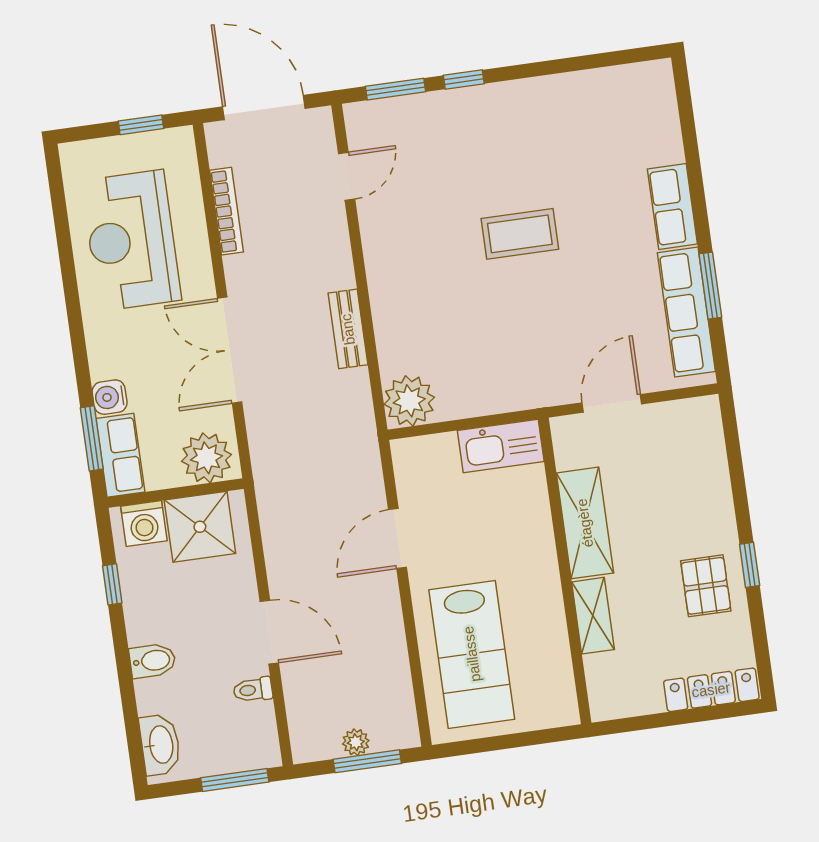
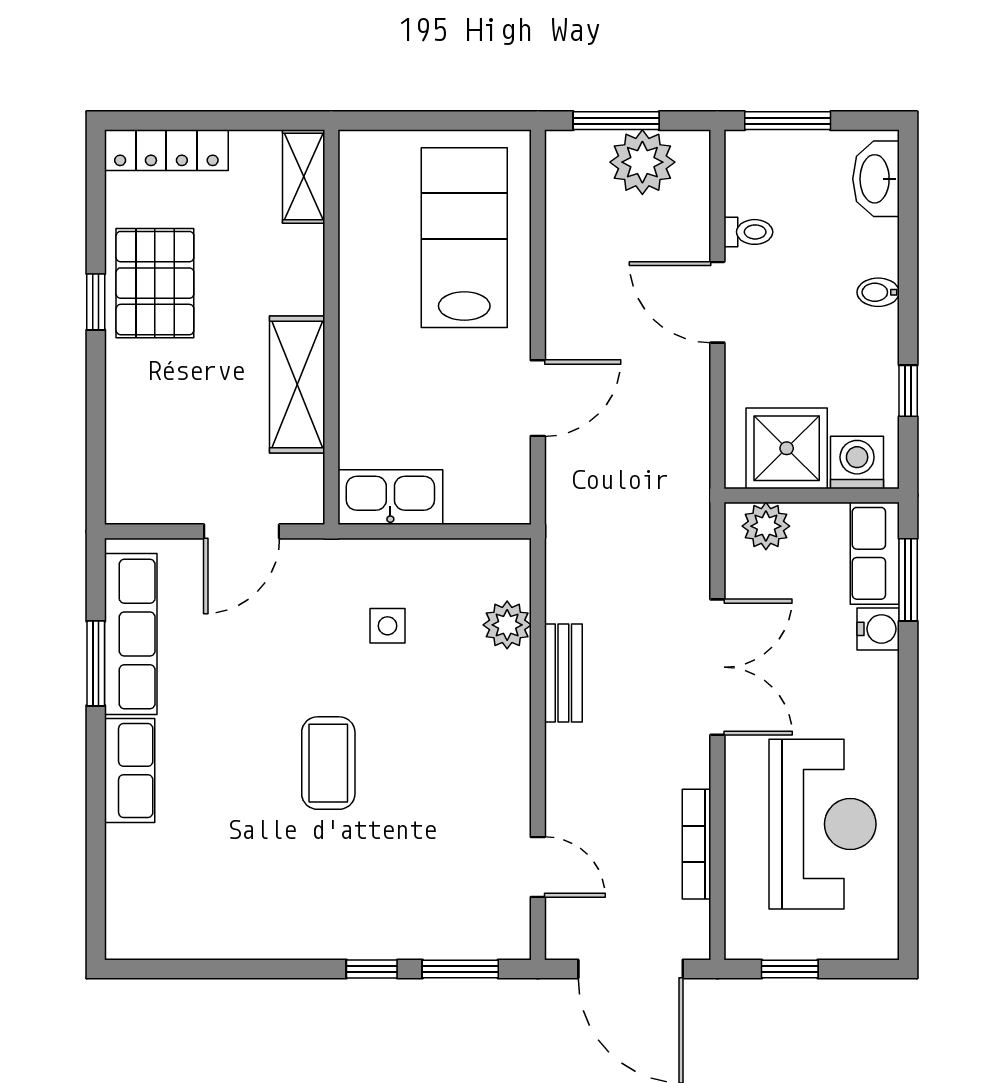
door: (347, 176) -> (538, 867), swing flipped
coffee table: (520, 234) -> (328, 763), turned 90
side table: (489, 346) -> (388, 626), added
plant: (409, 401) -> (507, 625), moved, width x0.73, depth x0.73
plant: (206, 458) -> (766, 526), width x0.73, depth x0.73
pallet: (706, 586) -> (155, 283), width x1.50, depth x1.42
shelving: (593, 616) -> (304, 177), moved
bidet: (153, 661) -> (878, 292), width x0.72, depth x0.74
plant: (356, 742) -> (642, 162), width x1.88, depth x1.88

